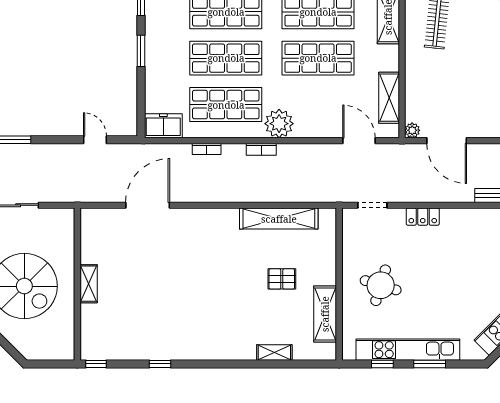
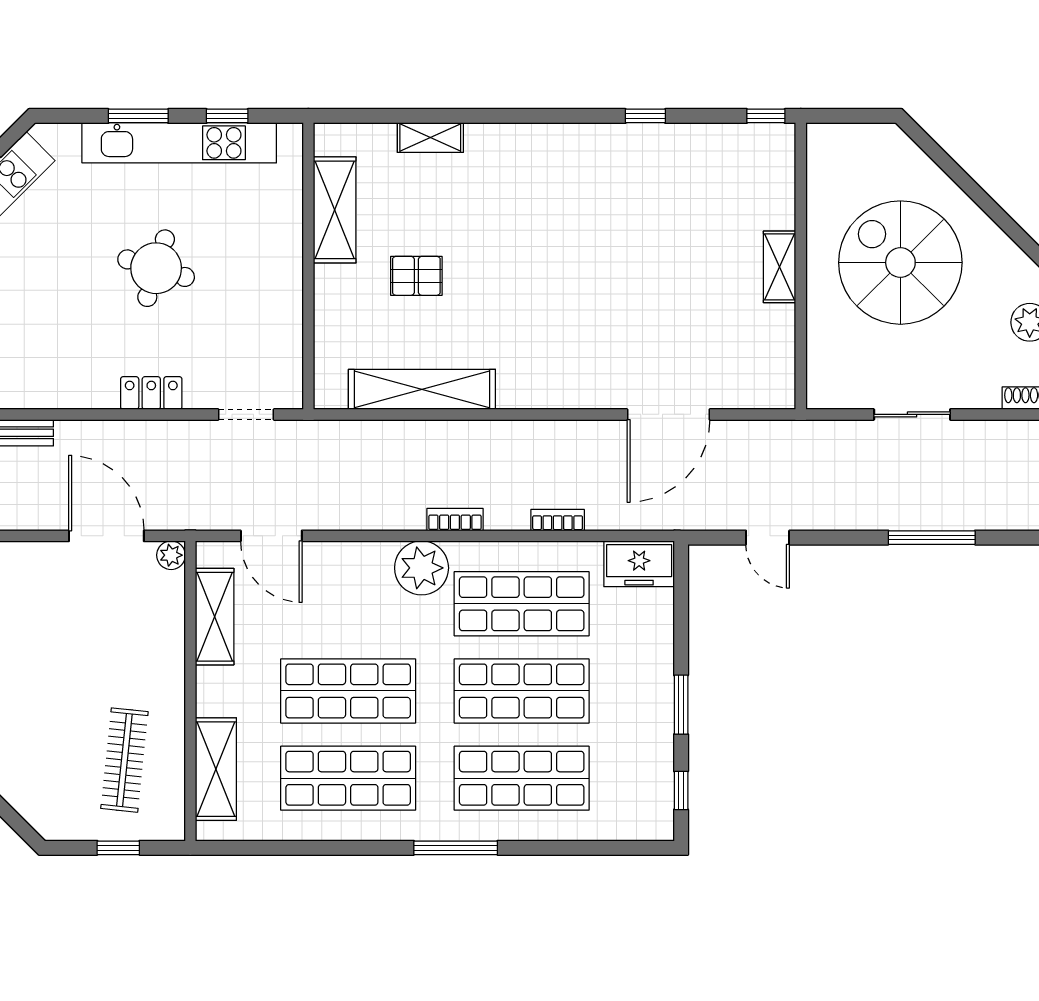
round table: (381, 285) -> (156, 268), moved

